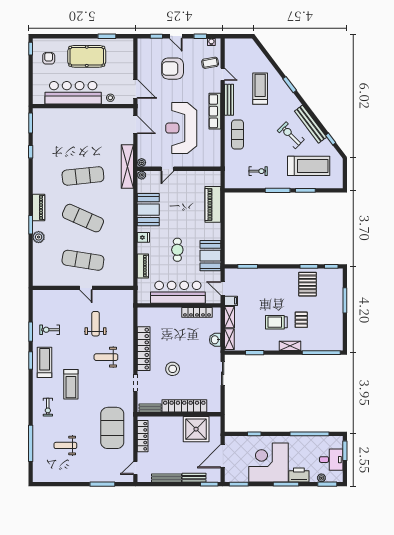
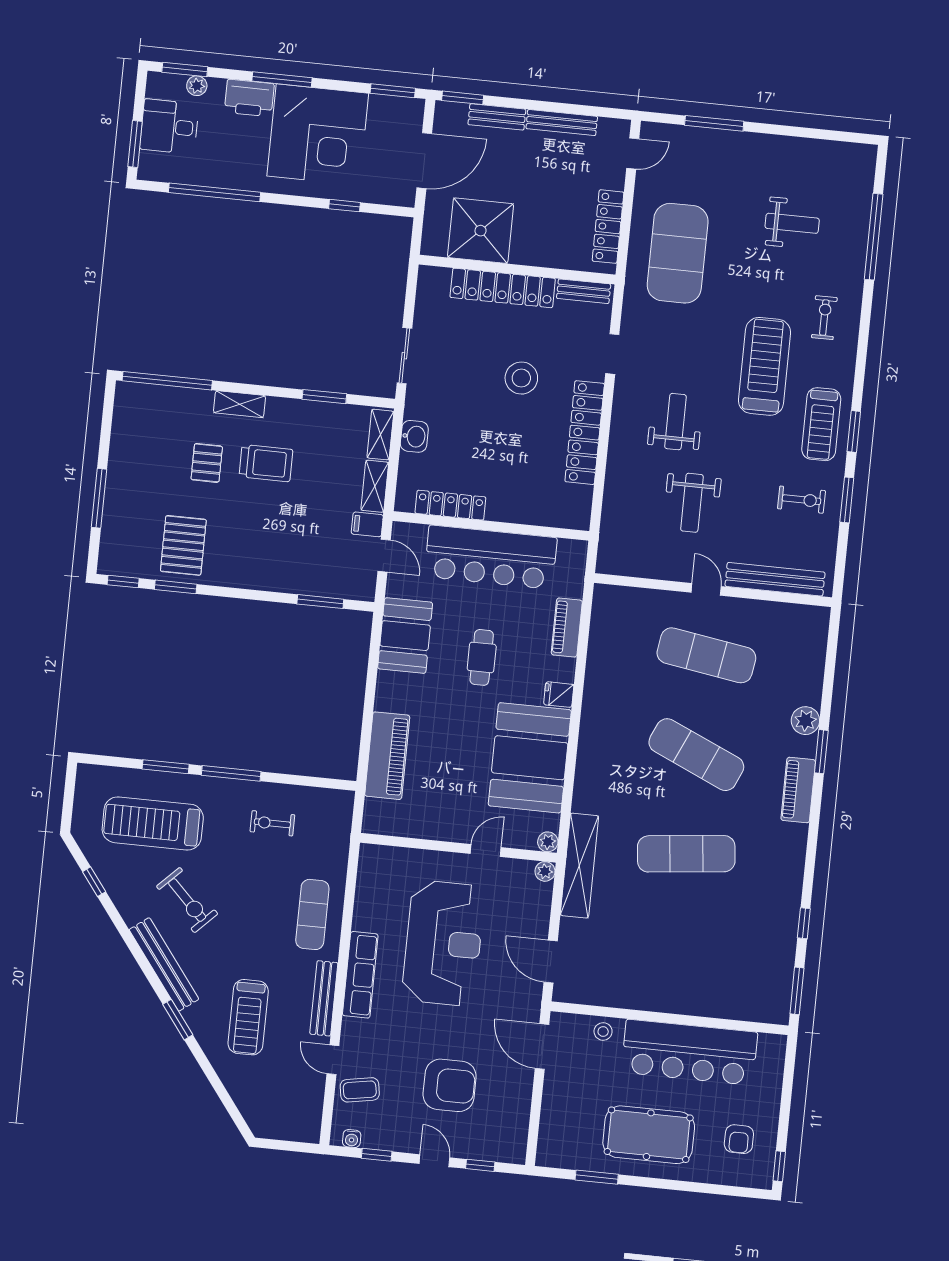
bench: (311, 124) -> (164, 964), moved
booth: (148, 210) -> (530, 758), width x1.36, depth x1.42
bench: (57, 295) -> (775, 579), added
weight bench: (106, 357) -> (675, 422), turned -90
treadmill: (71, 384) -> (765, 366), width x1.37, depth x1.38

